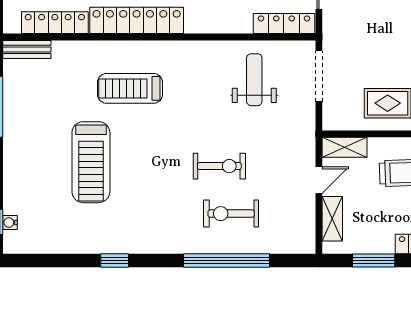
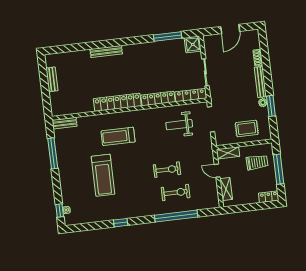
locker: (55, 23) -> (158, 99), moved
weight bench: (254, 80) -> (179, 125), turned -90
door: (319, 180) -> (217, 171), swing flipped
exercise bike: (231, 214) -> (176, 193), turned 180
window: (374, 260) -> (249, 207), removed

